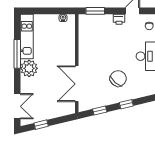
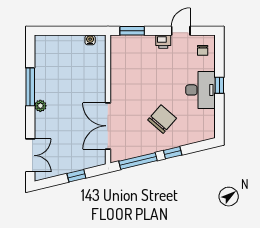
kitchen unit: (27, 36) -> (43, 64), removed
plant: (29, 68) -> (40, 106), width x0.53, depth x0.53
window: (100, 111) -> (138, 161), width x2.17
window: (41, 125) -> (76, 176), moved

